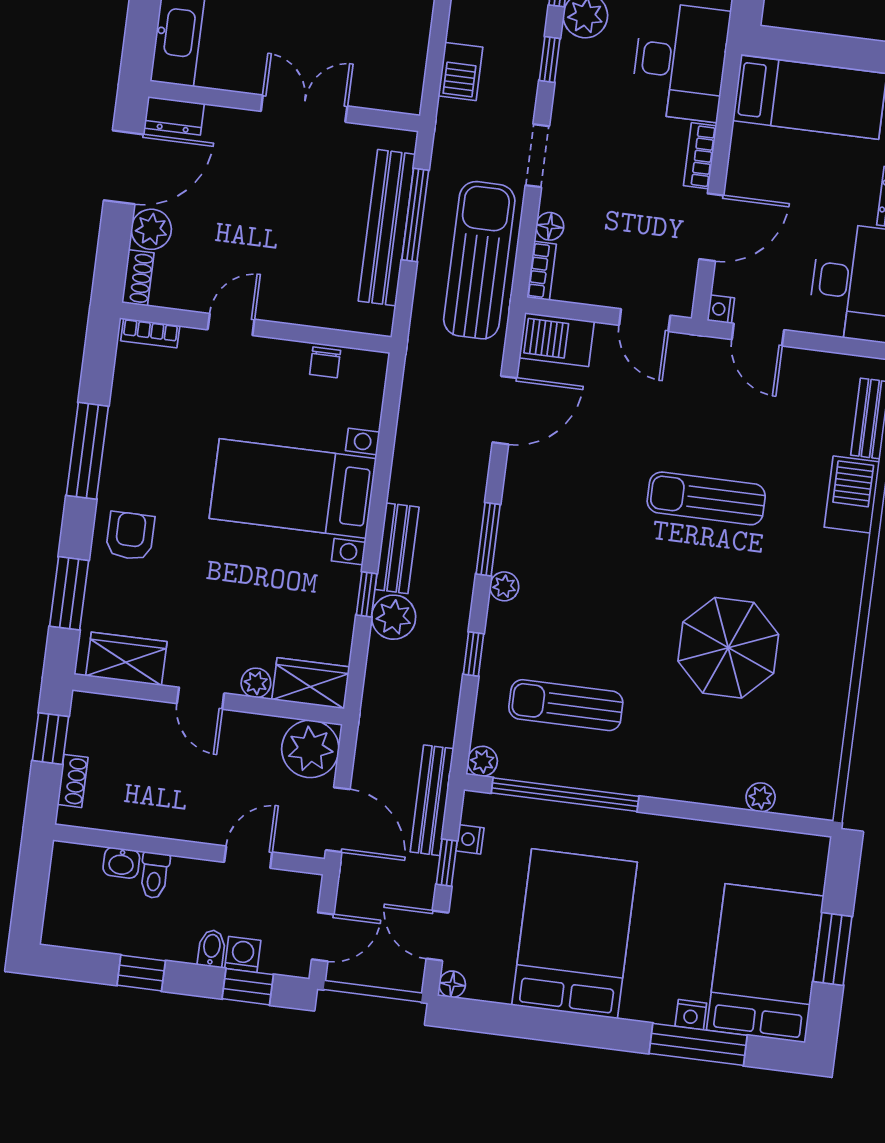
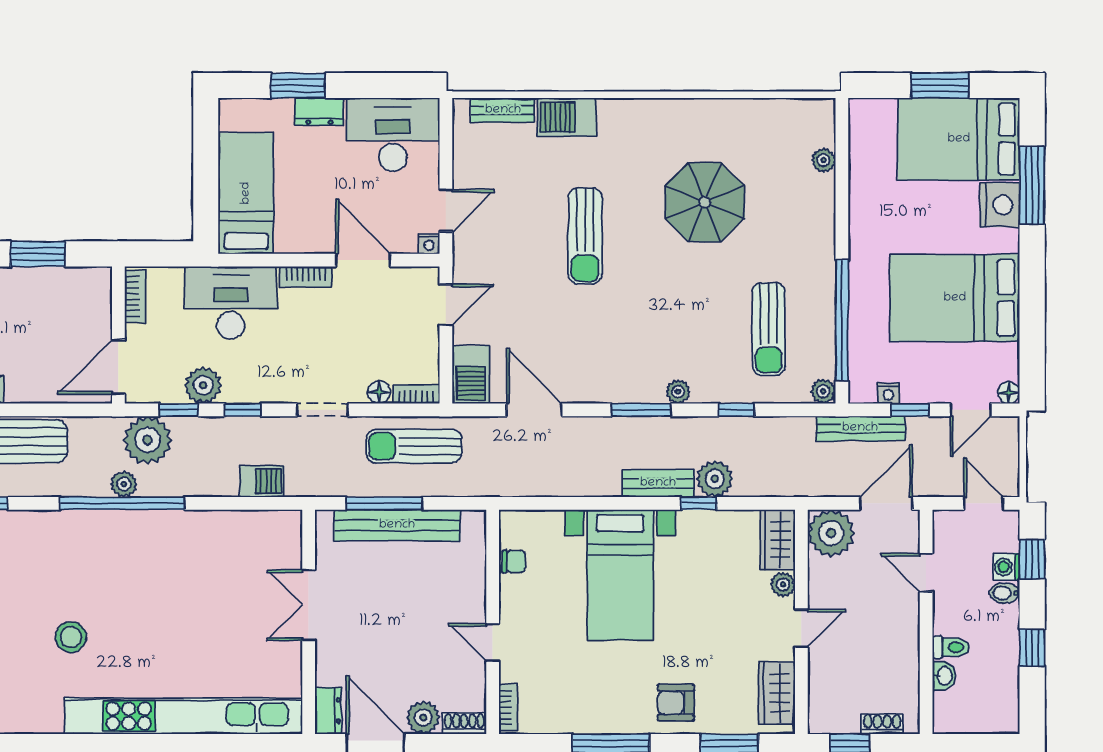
sun lounger: (479, 260) -> (414, 446), width x0.73, depth x0.75
nightstand: (691, 1015) -> (1000, 205), width x1.89, depth x1.79

